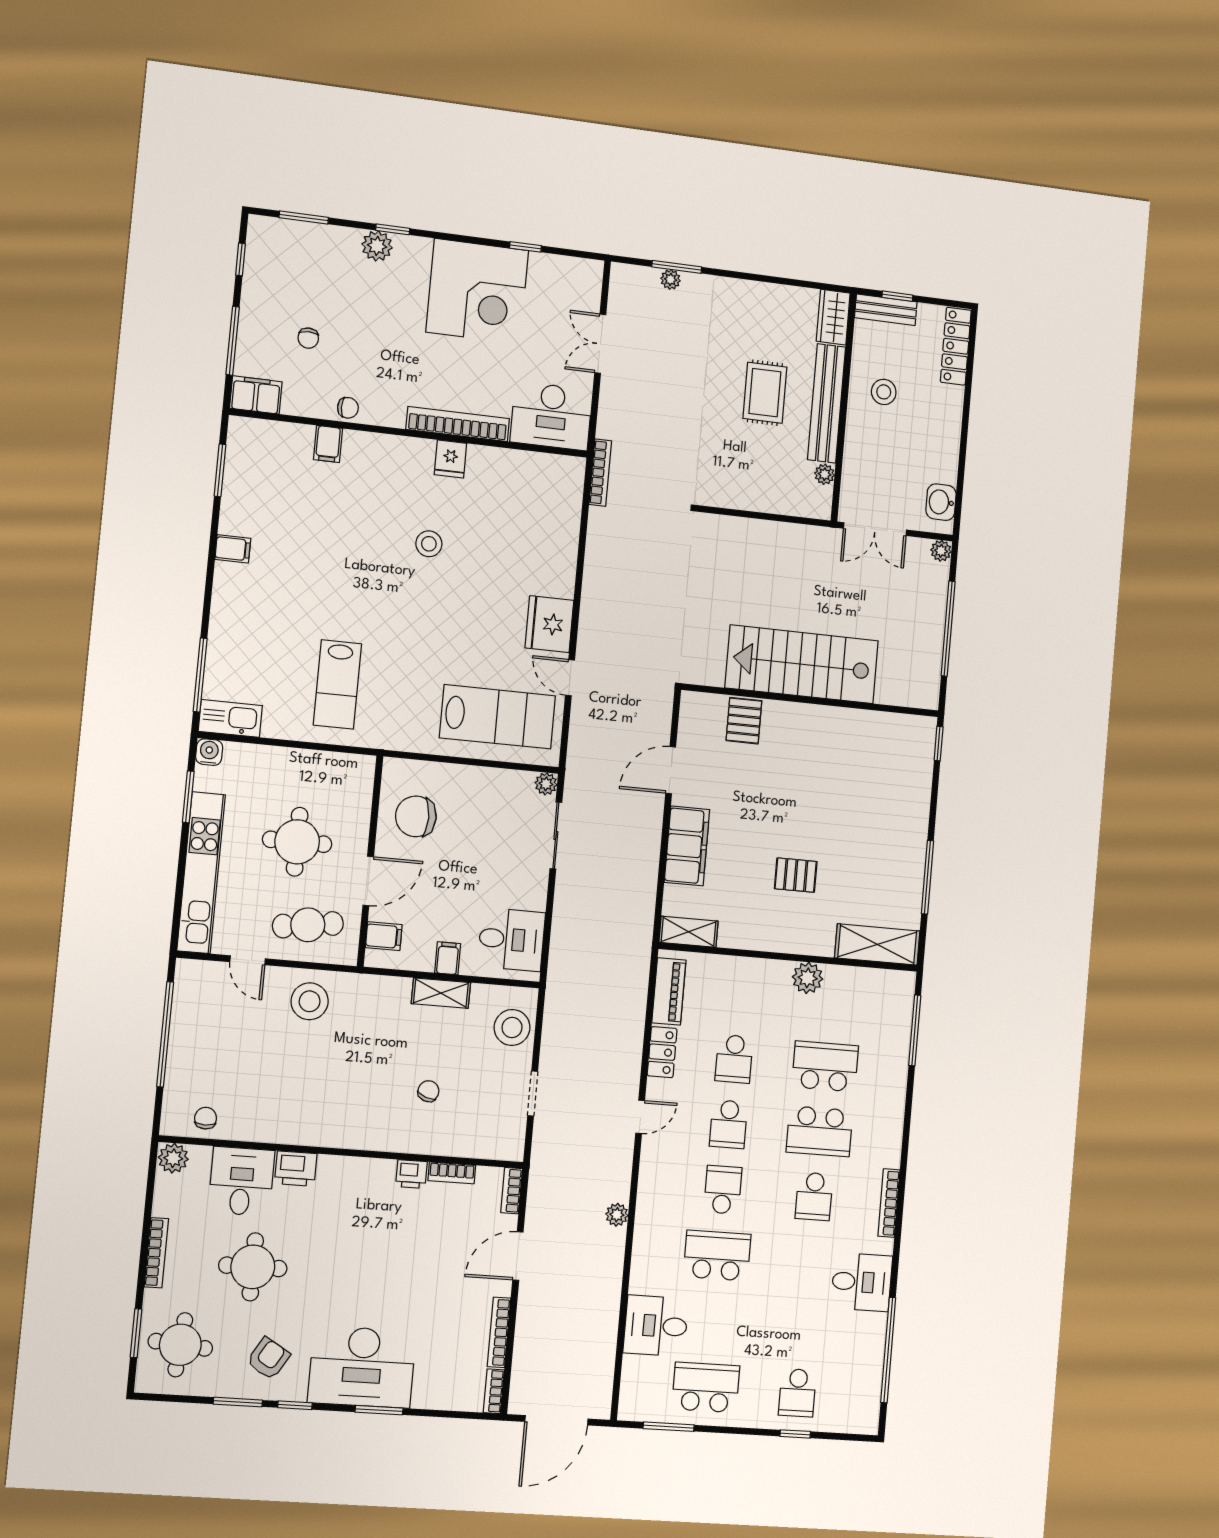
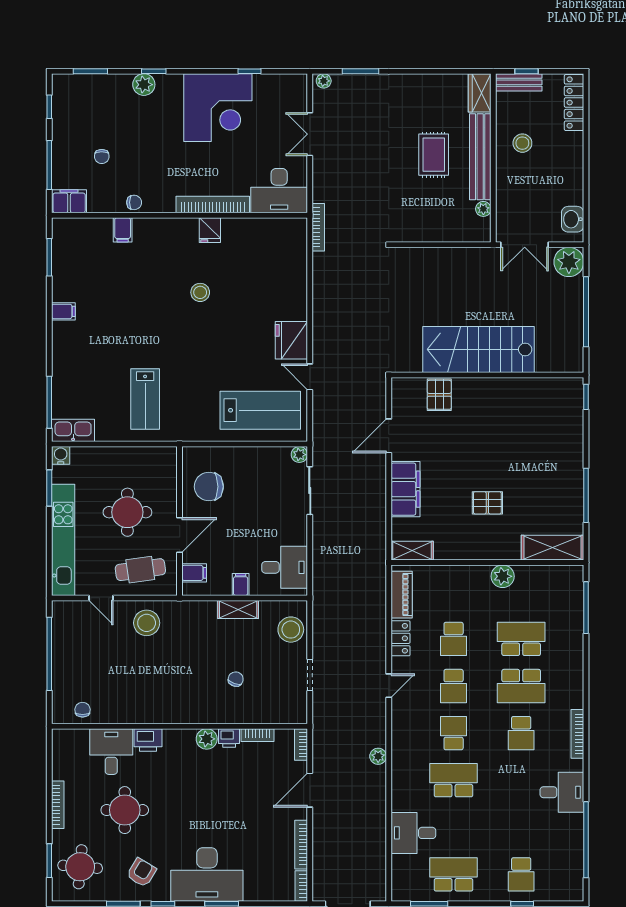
plant: (671, 279) -> (324, 81), moved
plant: (941, 551) -> (569, 262), width x1.88, depth x1.88
plant: (173, 1158) -> (207, 739), moved

